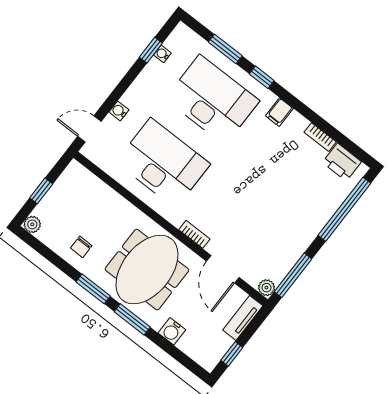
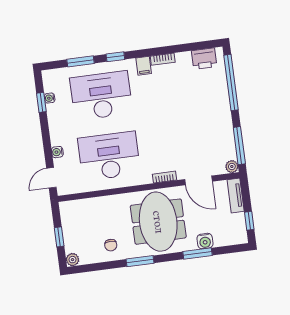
bookcase: (320, 137) -> (163, 59), moved
window: (132, 319) -> (197, 254), moved

